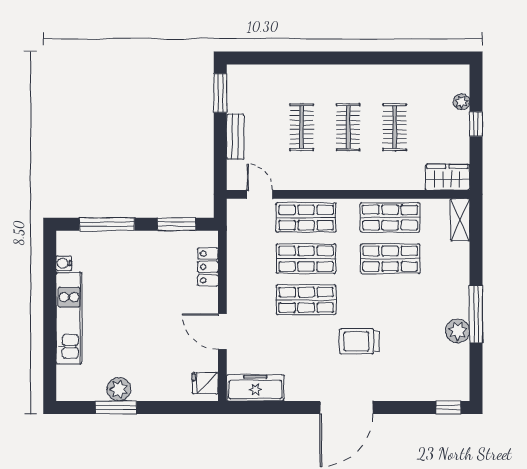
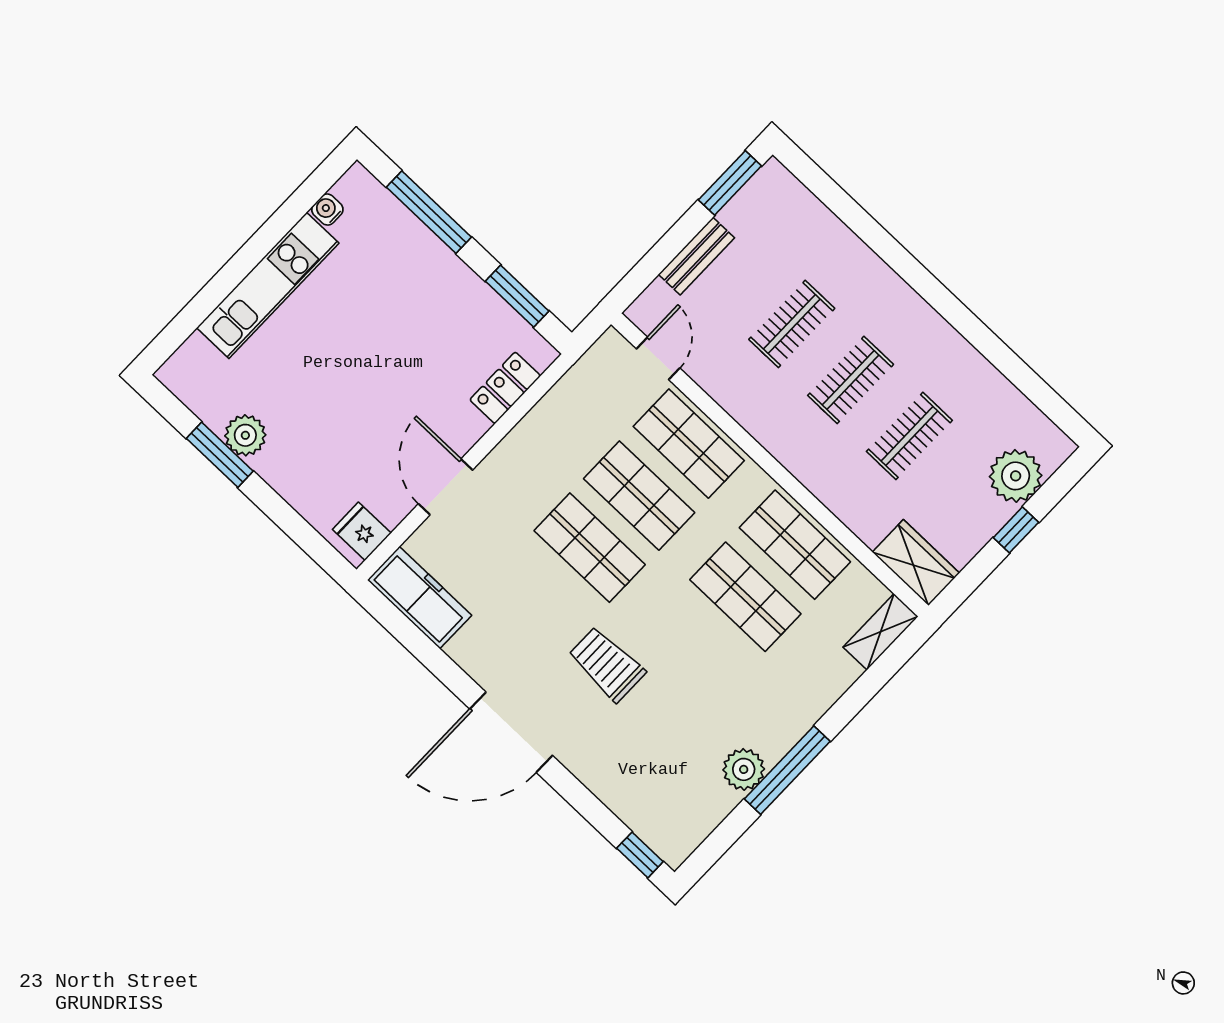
plant: (462, 102) -> (1016, 476), width x1.88, depth x1.88

